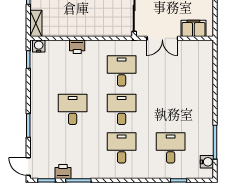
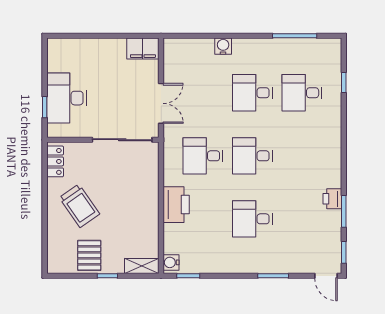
filing cabinet: (193, 28) -> (143, 49), moved, turned -90
printer: (77, 47) -> (176, 205), width x1.87, depth x1.48
desk: (122, 148) -> (252, 93), moved
water cooler: (207, 162) -> (223, 46), moved
door: (28, 166) -> (326, 276), hinge flipped
printer: (63, 172) -> (332, 199), moved

